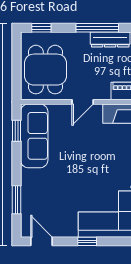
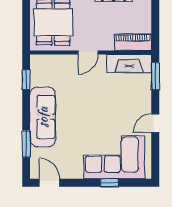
sofa: (34, 136) -> (43, 117), moved
window: (87, 241) -> (109, 183), moved

